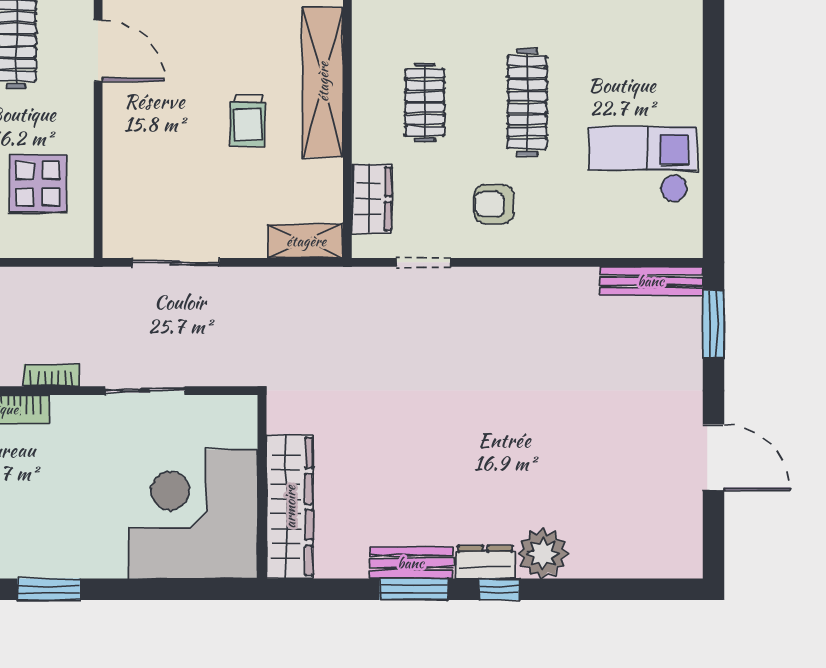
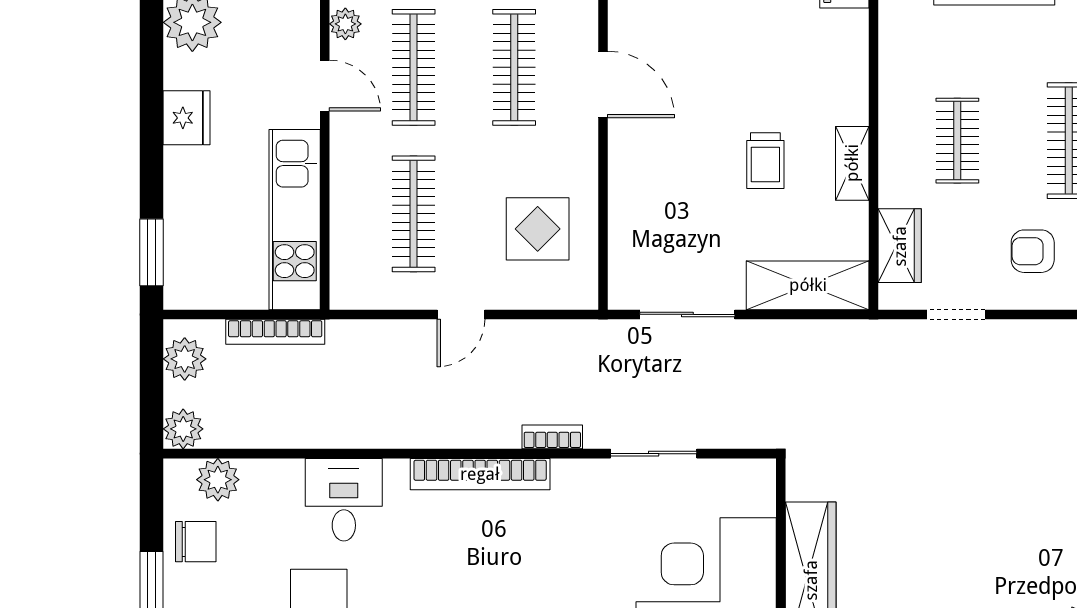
shelving: (323, 82) -> (852, 163), width x0.45, depth x0.75
shelving: (306, 241) -> (808, 285), width x1.50, depth x1.33

